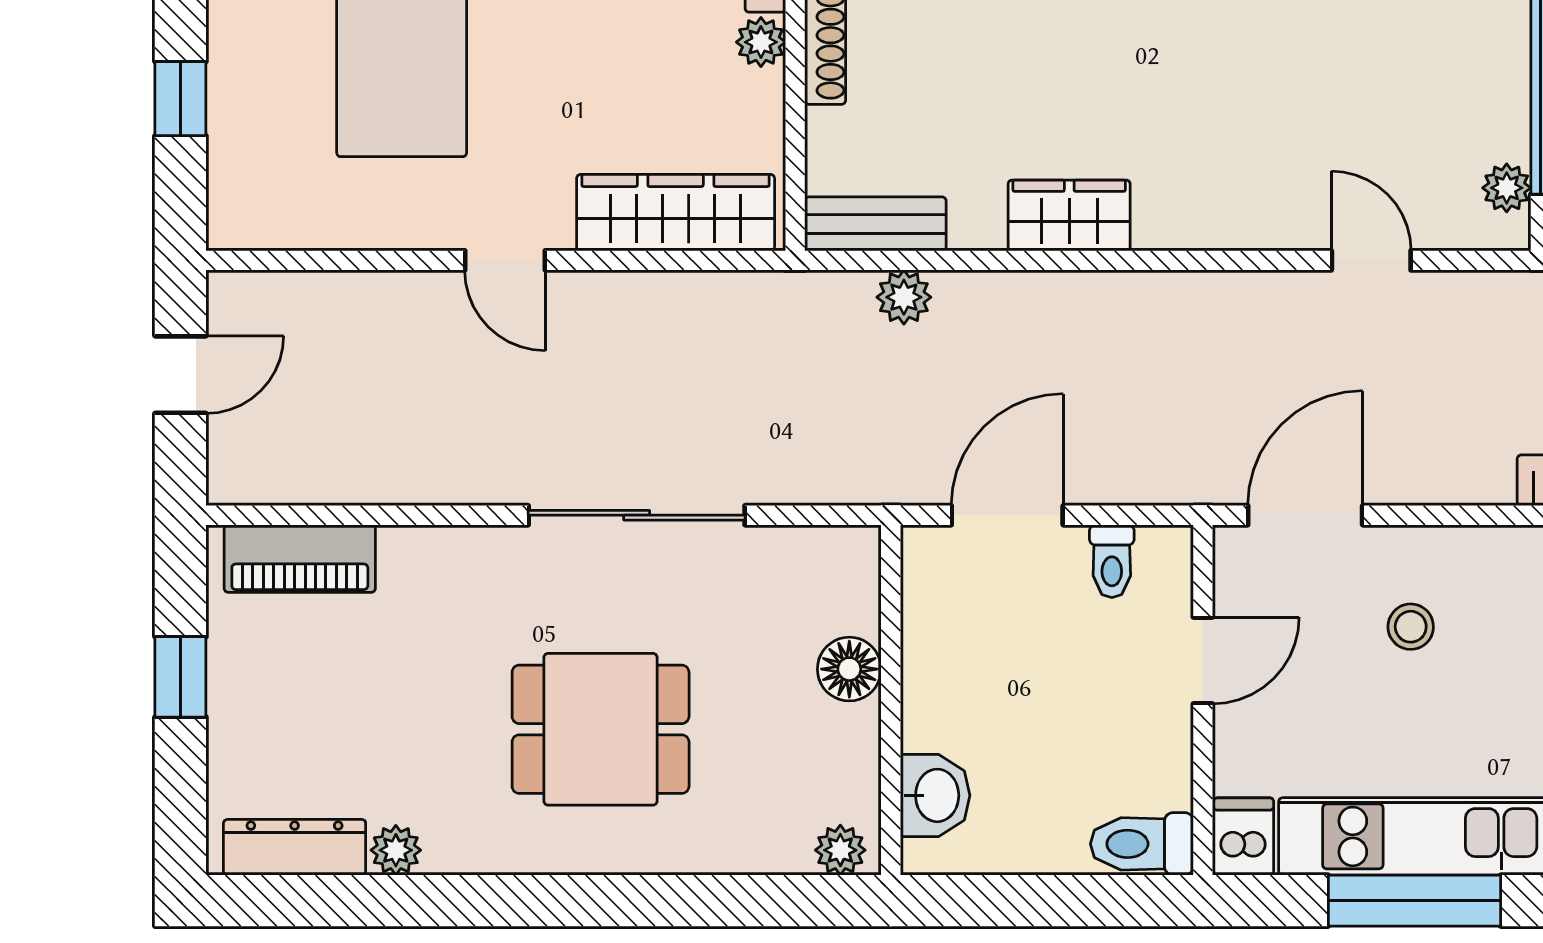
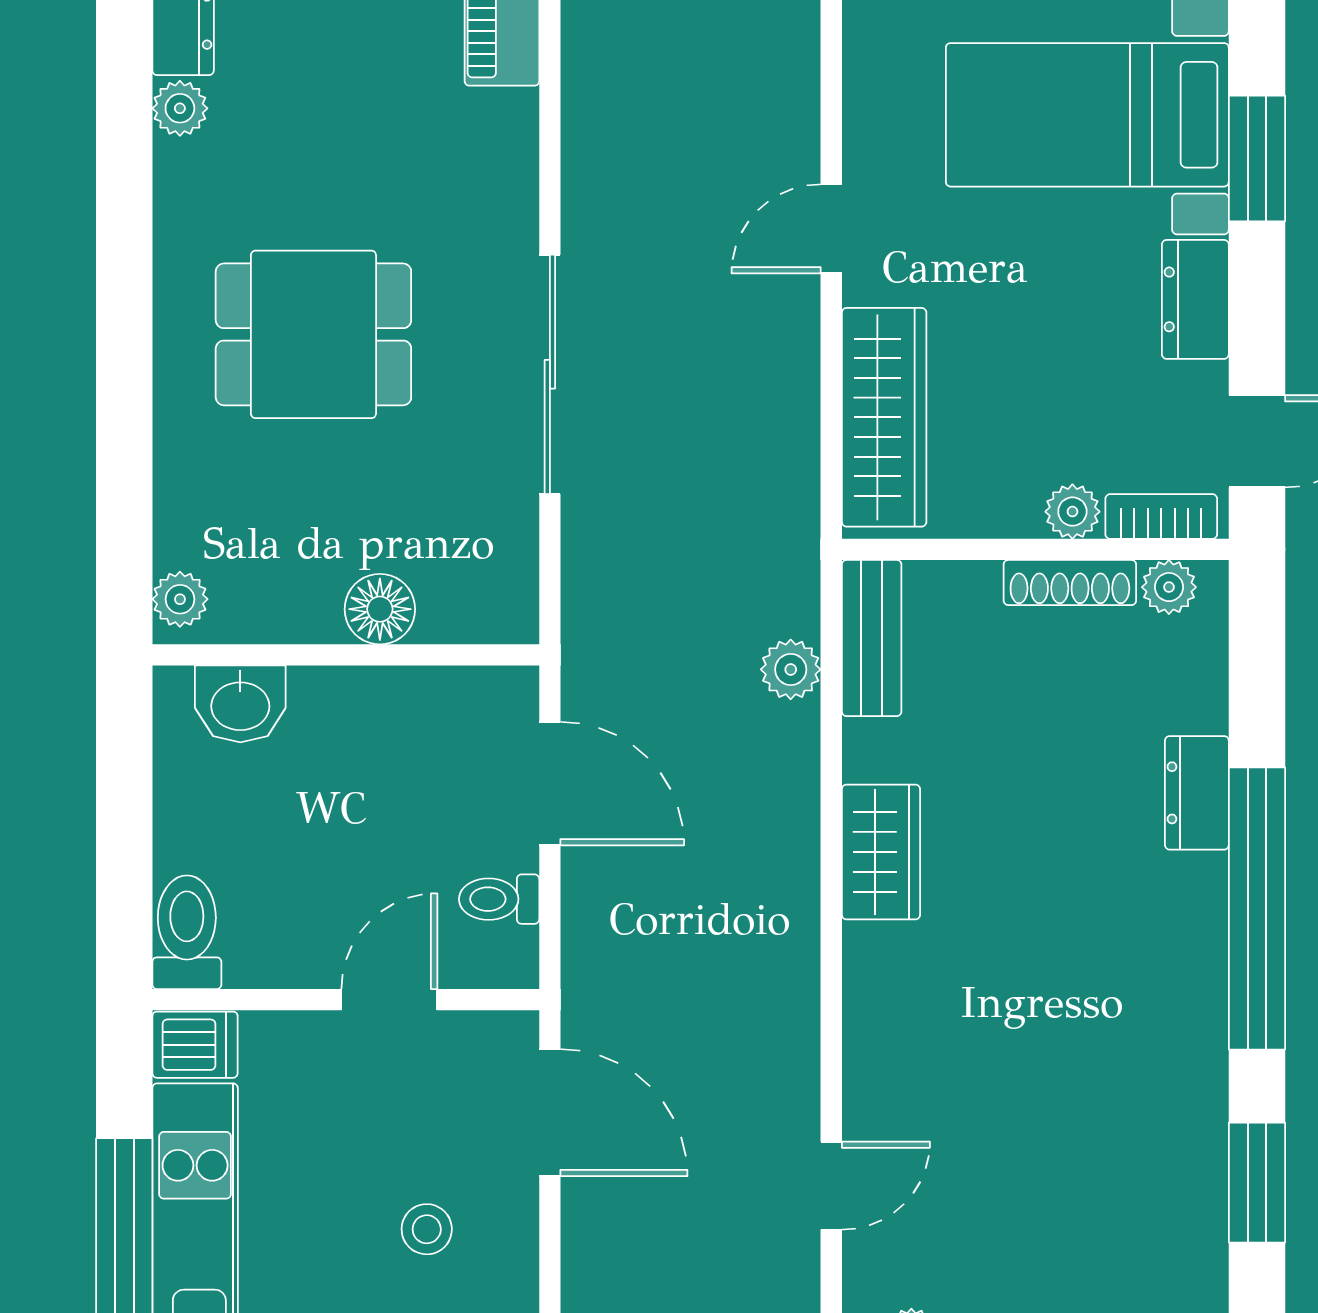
door: (1203, 660) -> (389, 1000), swing flipped
dining table: (601, 729) -> (313, 334), turned 90

